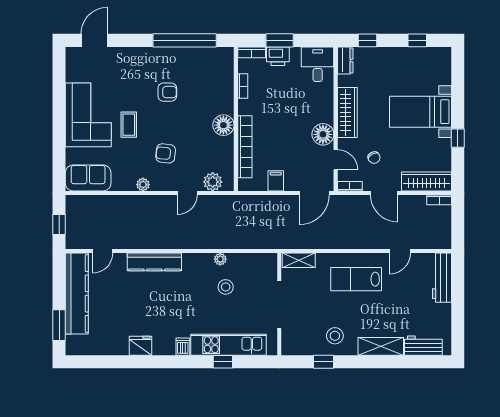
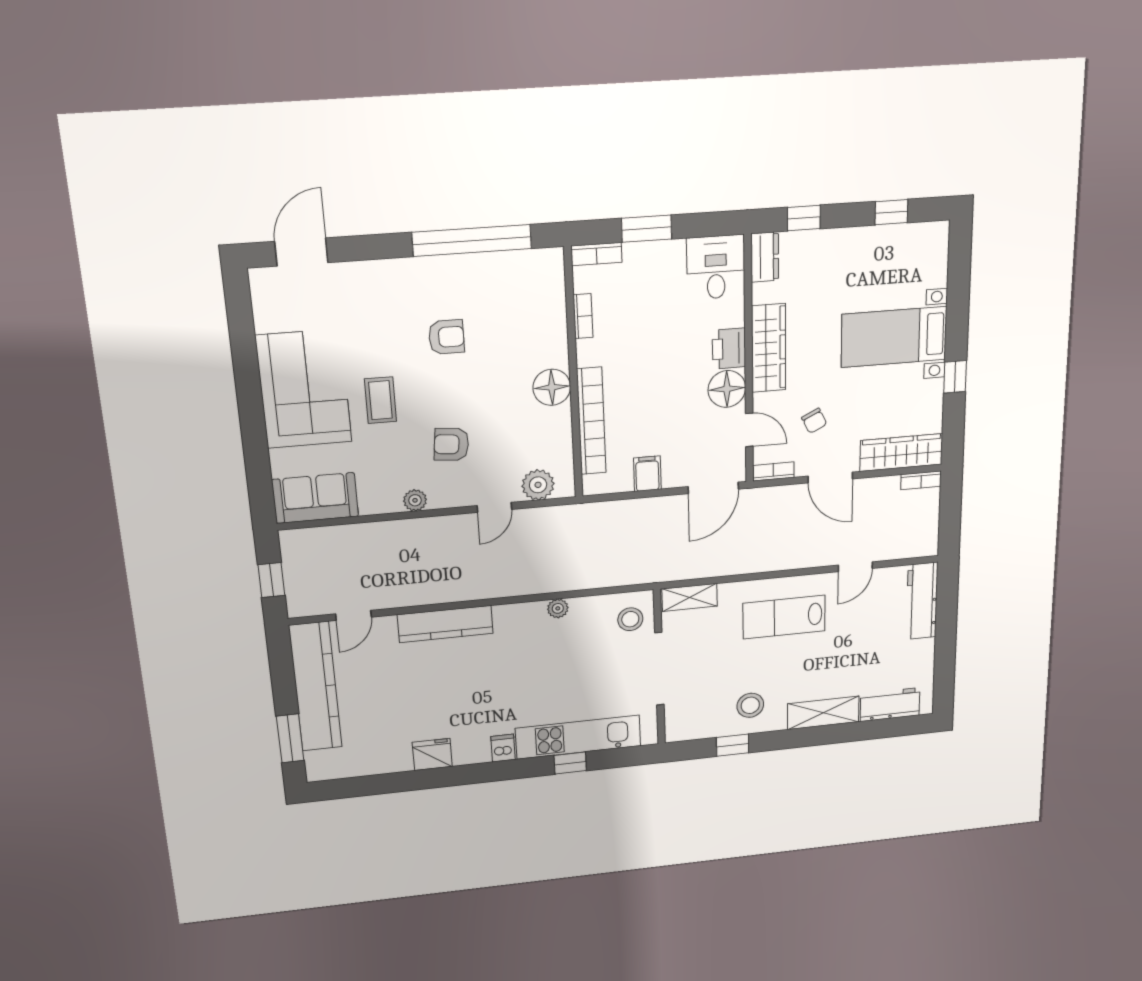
printer: (278, 56) -> (729, 349), moved, turned 90
stool: (226, 287) -> (630, 619), moved

